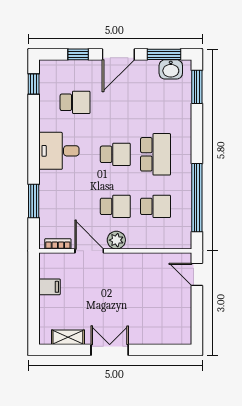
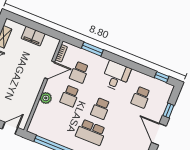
school desk: (155, 206) -> (79, 72), moved
plant: (116, 240) -> (46, 98), moved
filing cabinet: (49, 287) -> (33, 36), width x2.00

